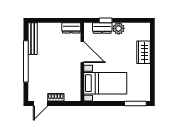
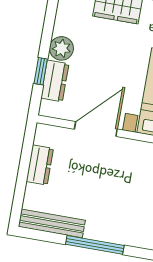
dresser: (71, 28) -> (40, 165), moved
window: (26, 61) -> (95, 245), width x0.68

